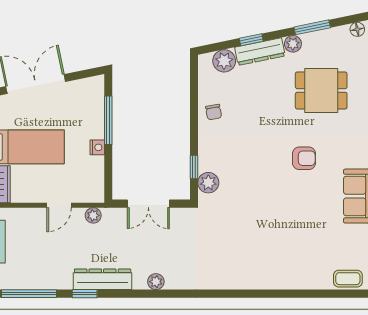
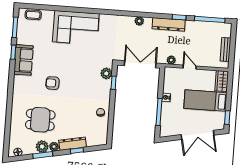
plant: (224, 61) -> (42, 147), moved
double door: (148, 204) -> (140, 64), width x1.37
door: (59, 205) -> (190, 67), hinge flipped
corner sofa: (269, 261) -> (76, 28), added

